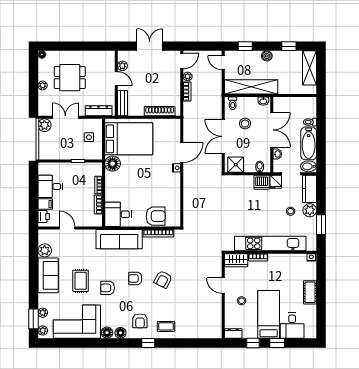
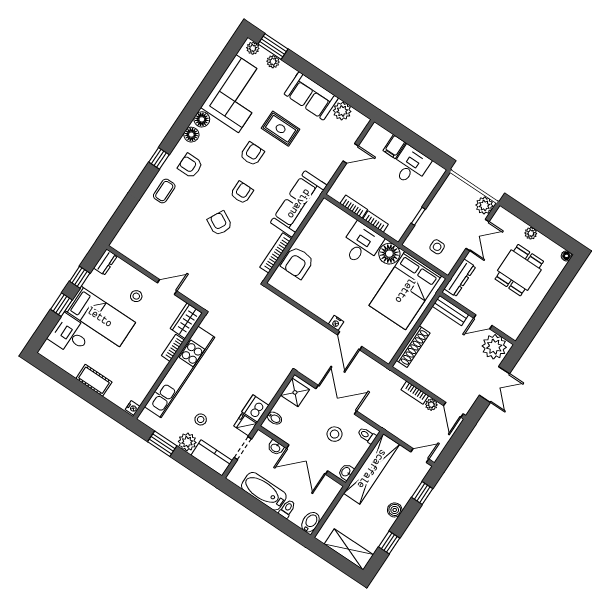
plant: (122, 66) -> (494, 347), width x1.88, depth x1.88
bidet: (309, 166) -> (310, 522), moved
desk: (118, 214) -> (361, 244), moved
printer: (44, 216) -> (381, 135), removed

